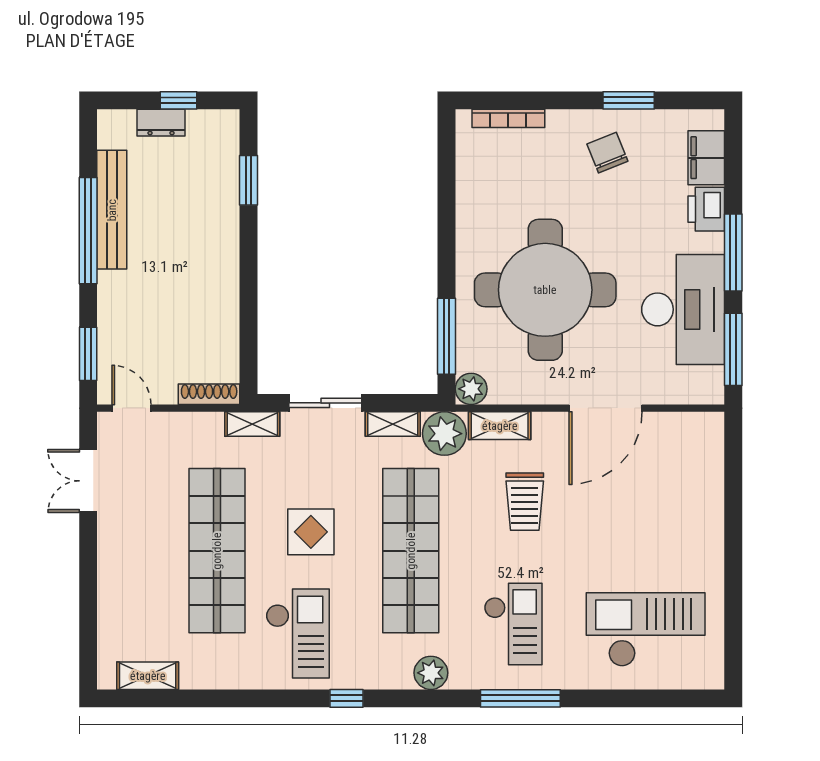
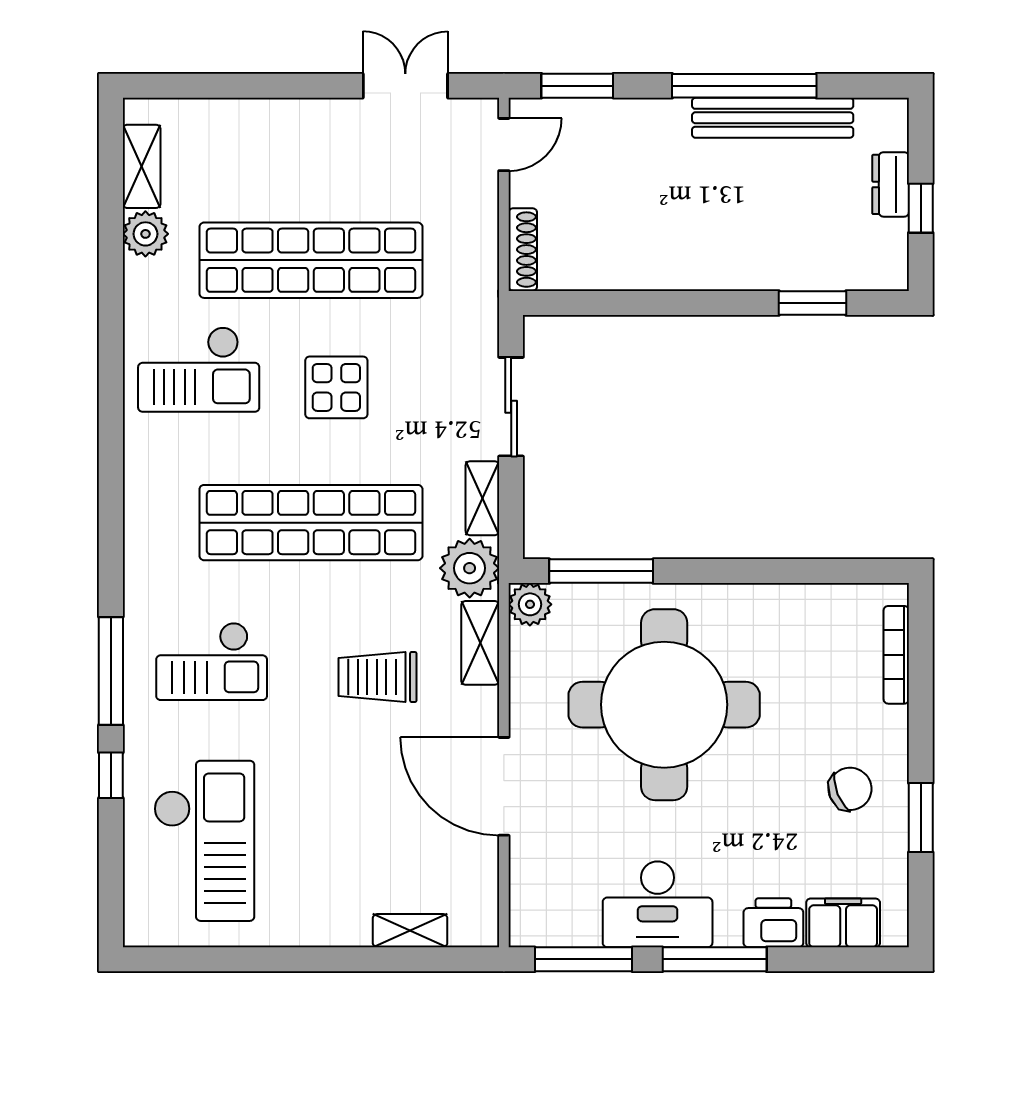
desk: (683, 309) -> (658, 904), width x0.73, depth x0.77
shelving: (252, 424) -> (410, 931), moved, turned 90
plant: (431, 673) -> (145, 234), moved
window: (346, 698) -> (111, 775), moved

